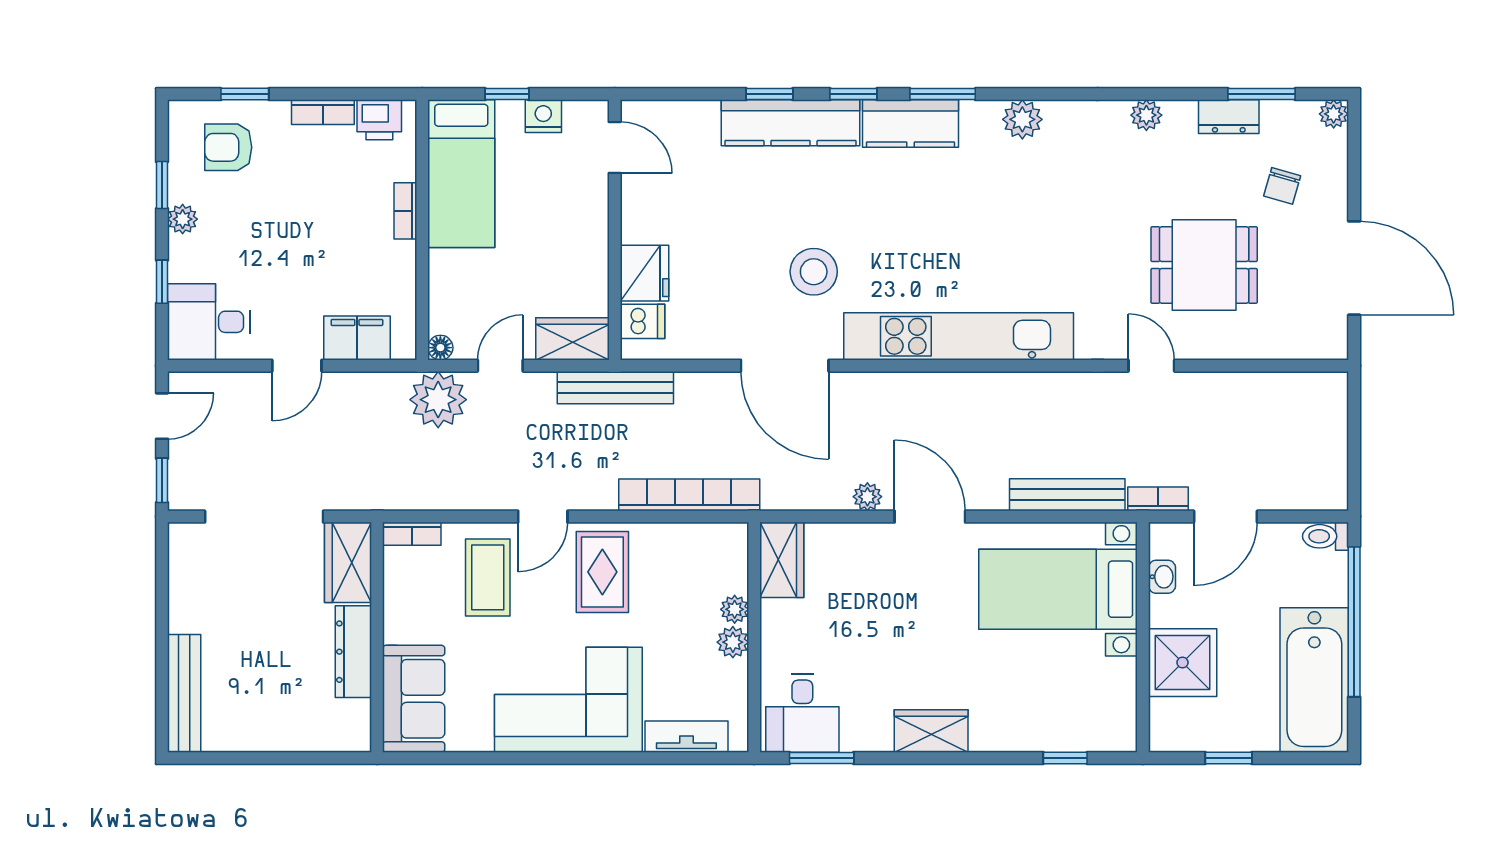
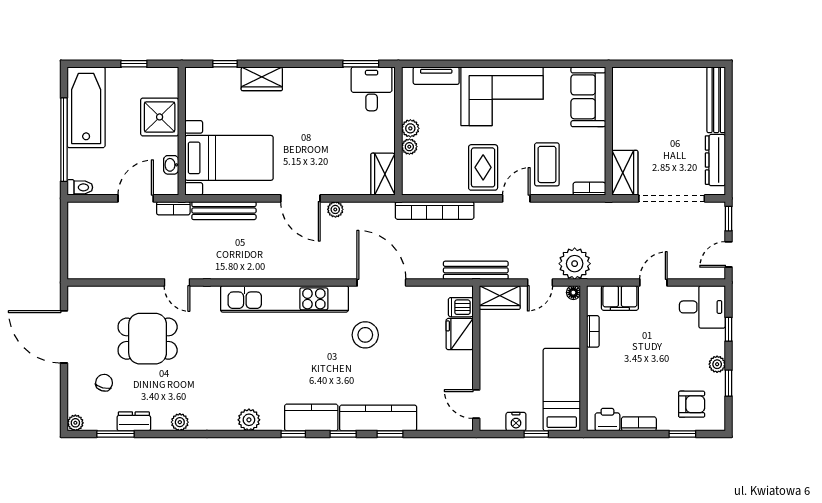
window: (943, 94) -> (293, 434), width x0.67
bookcase: (405, 211) -> (593, 331), moved
dresser: (353, 652) -> (715, 160), moved, turned 180
wardrobe: (931, 731) -> (262, 79), moved

